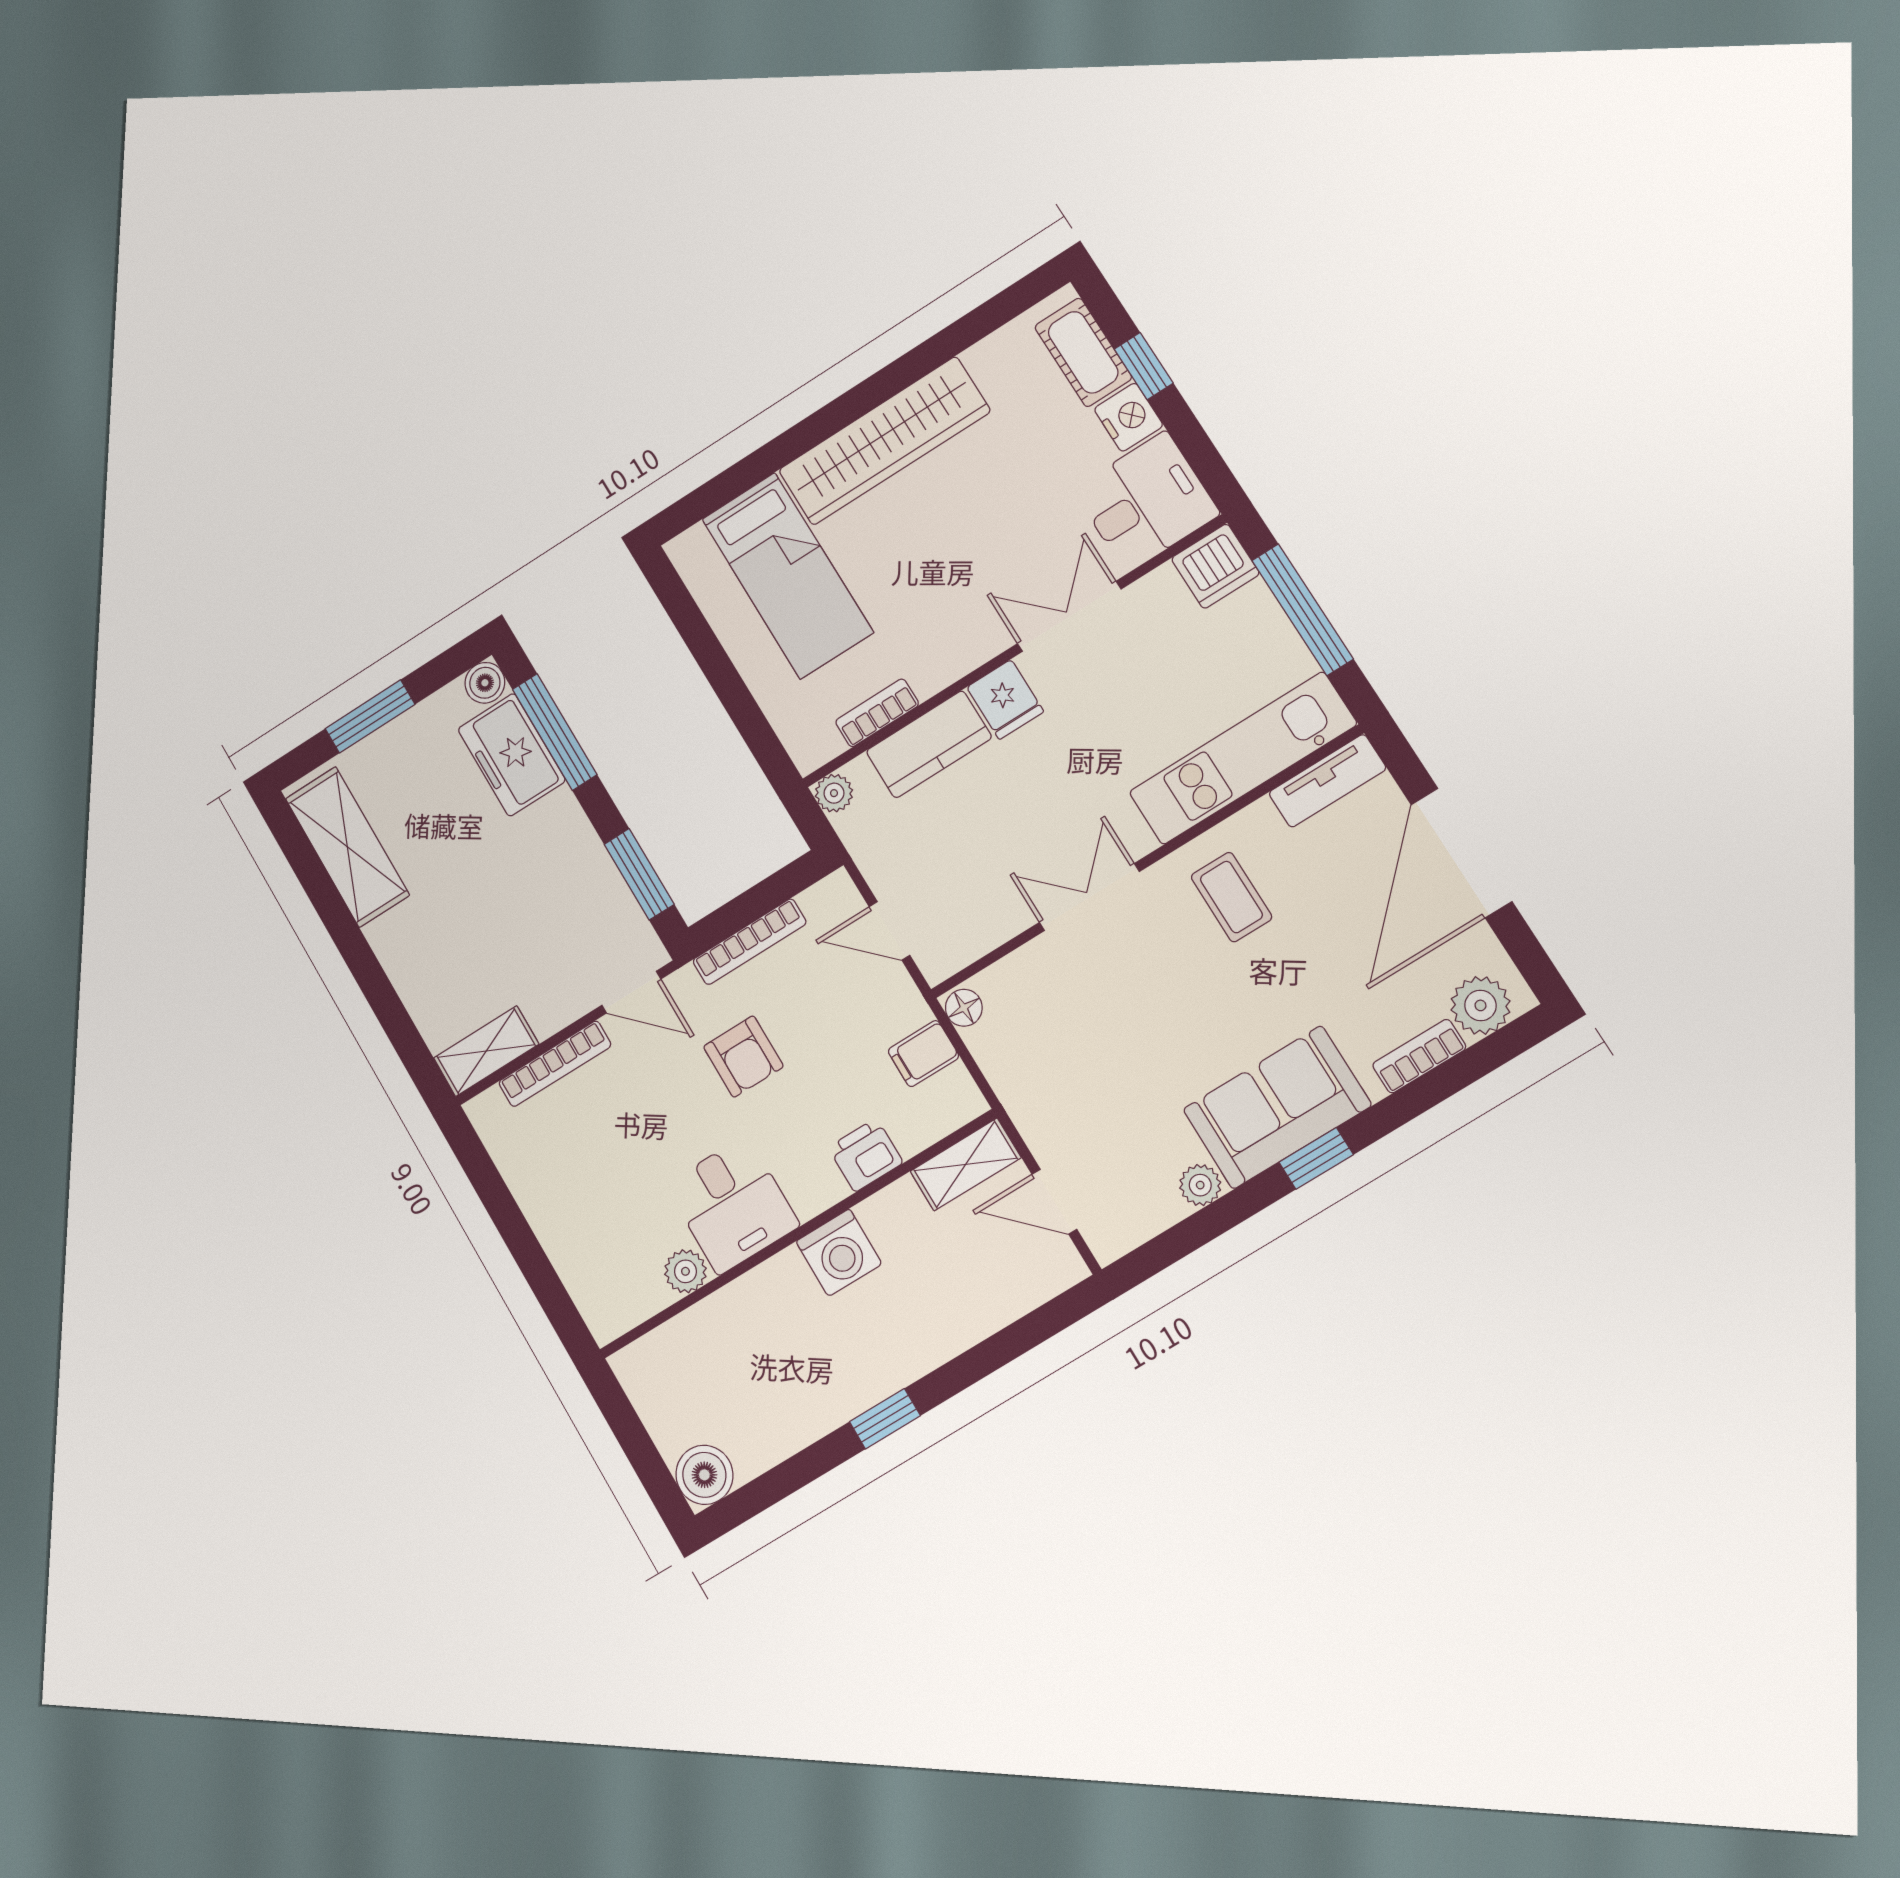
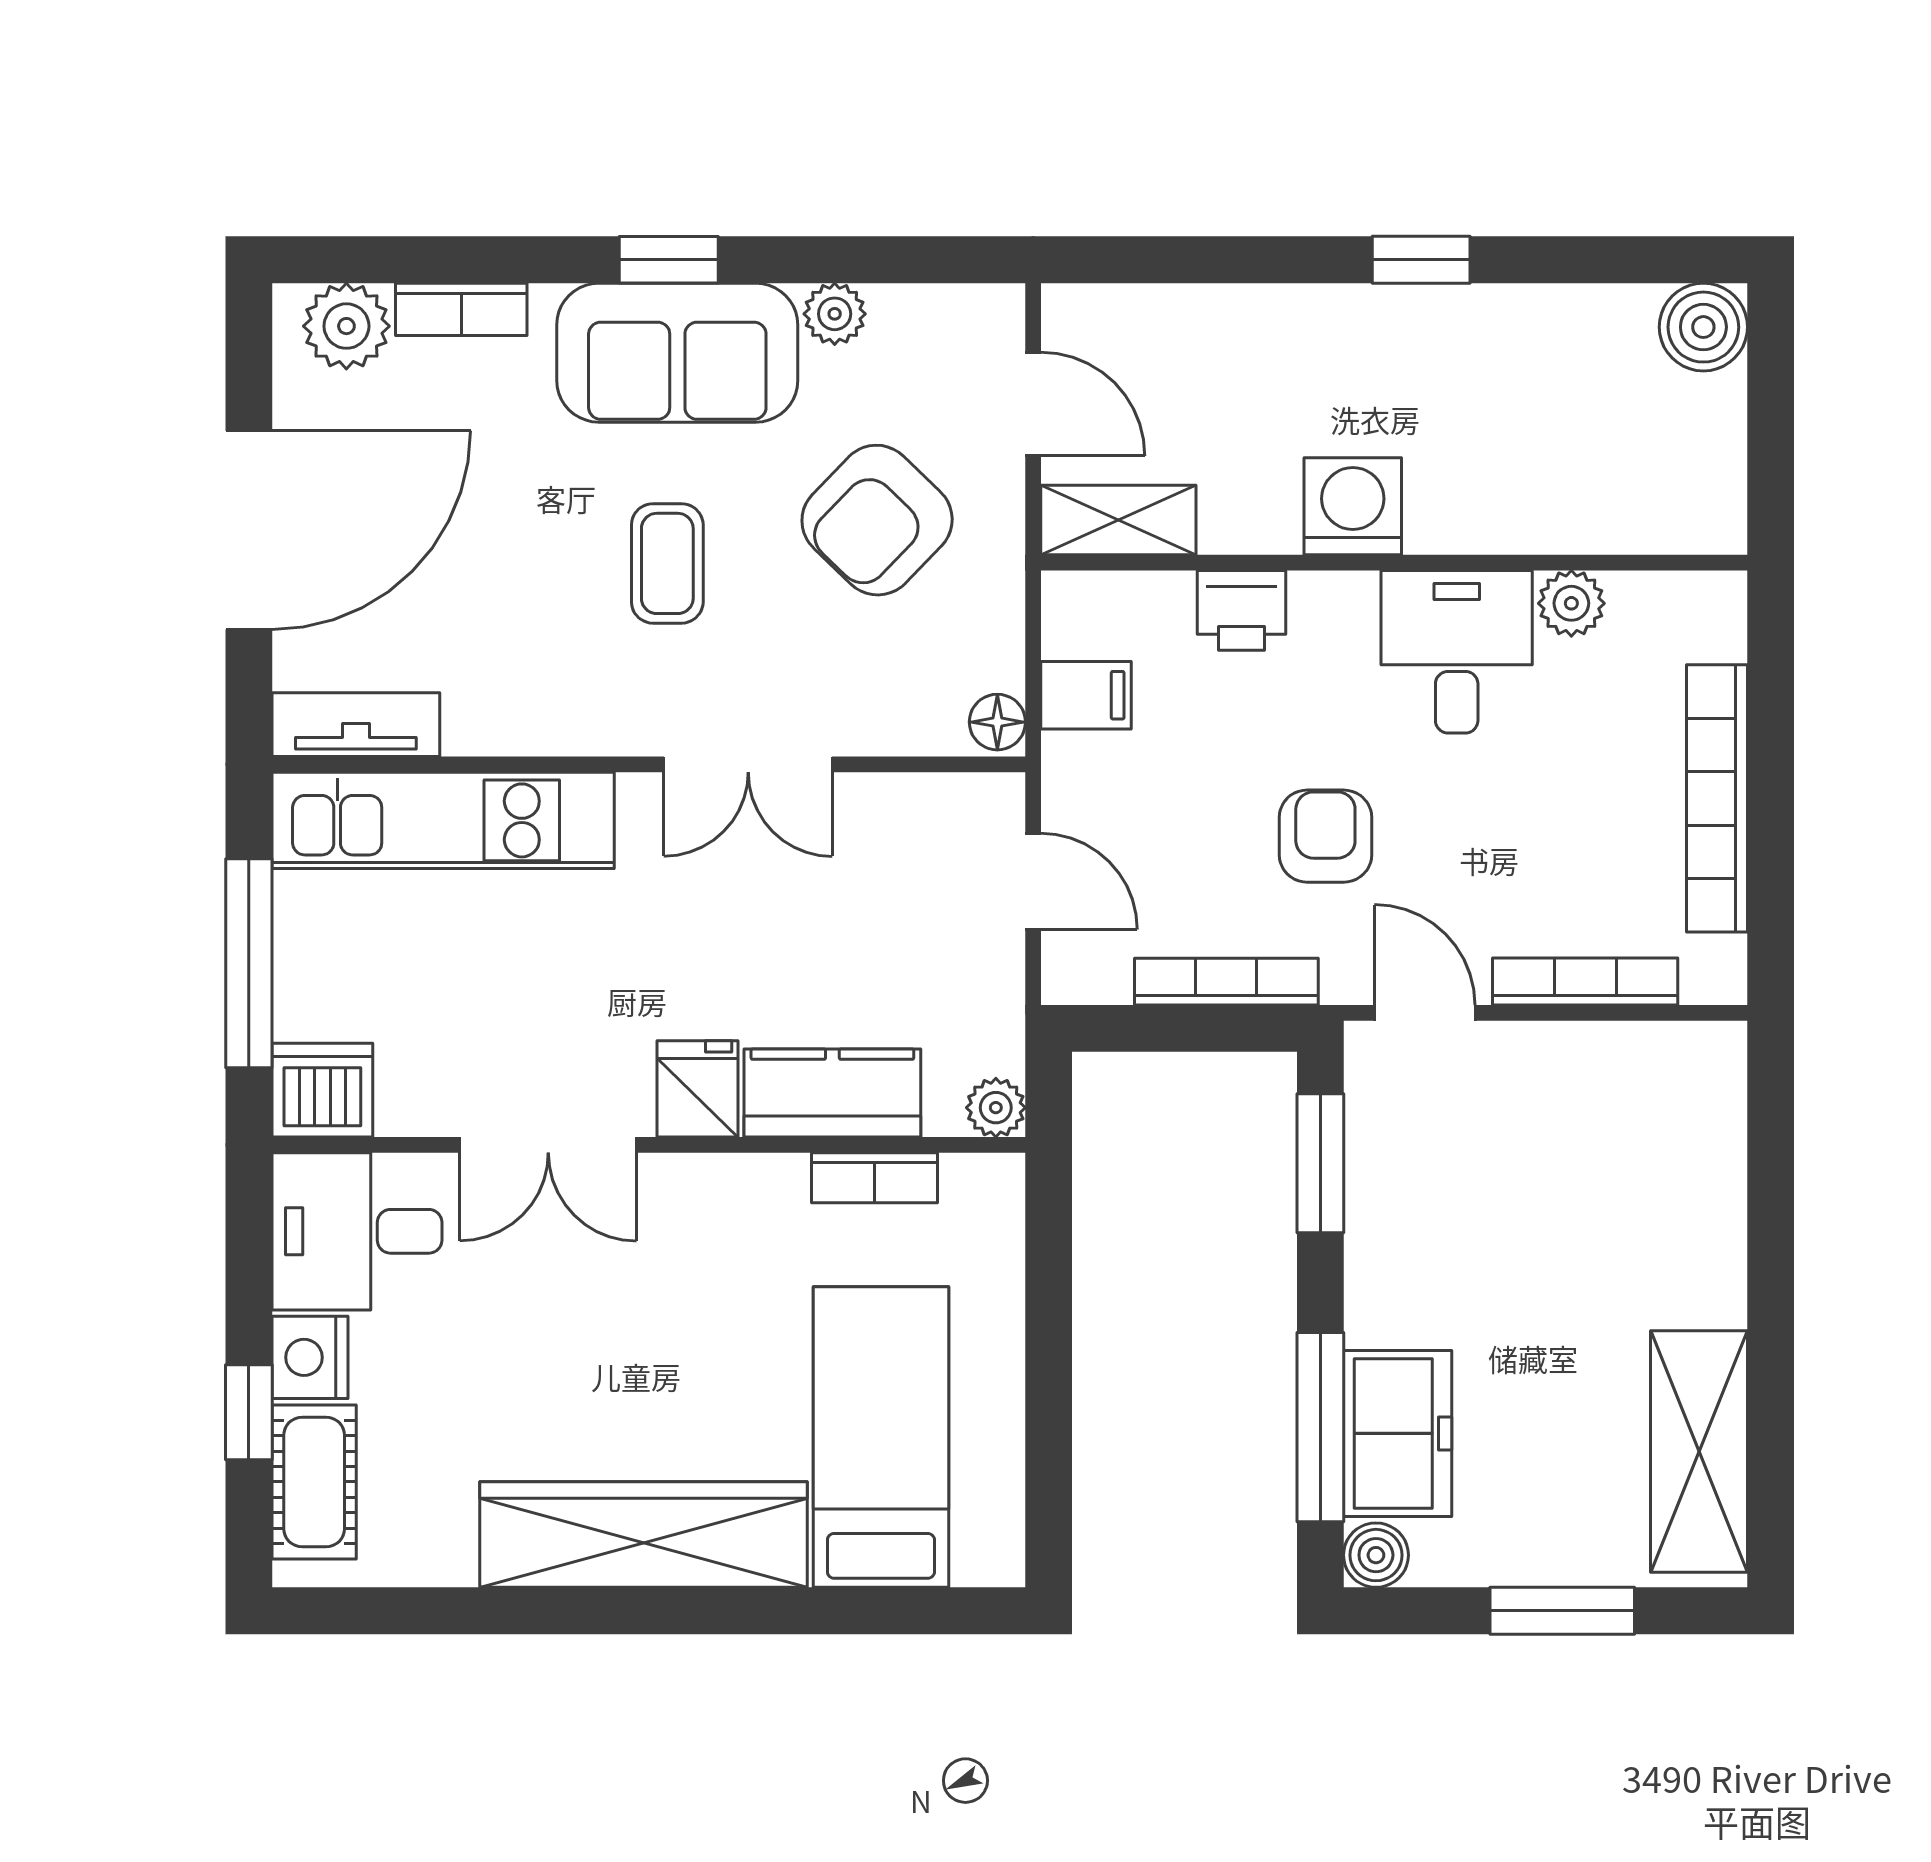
coffee table: (1231, 897) -> (667, 563), moved
shelving: (486, 1051) -> (1669, 1056), removed
armchair: (1102, 1081) -> (877, 520), added
bookcase: (543, 1210) -> (1717, 798), added

